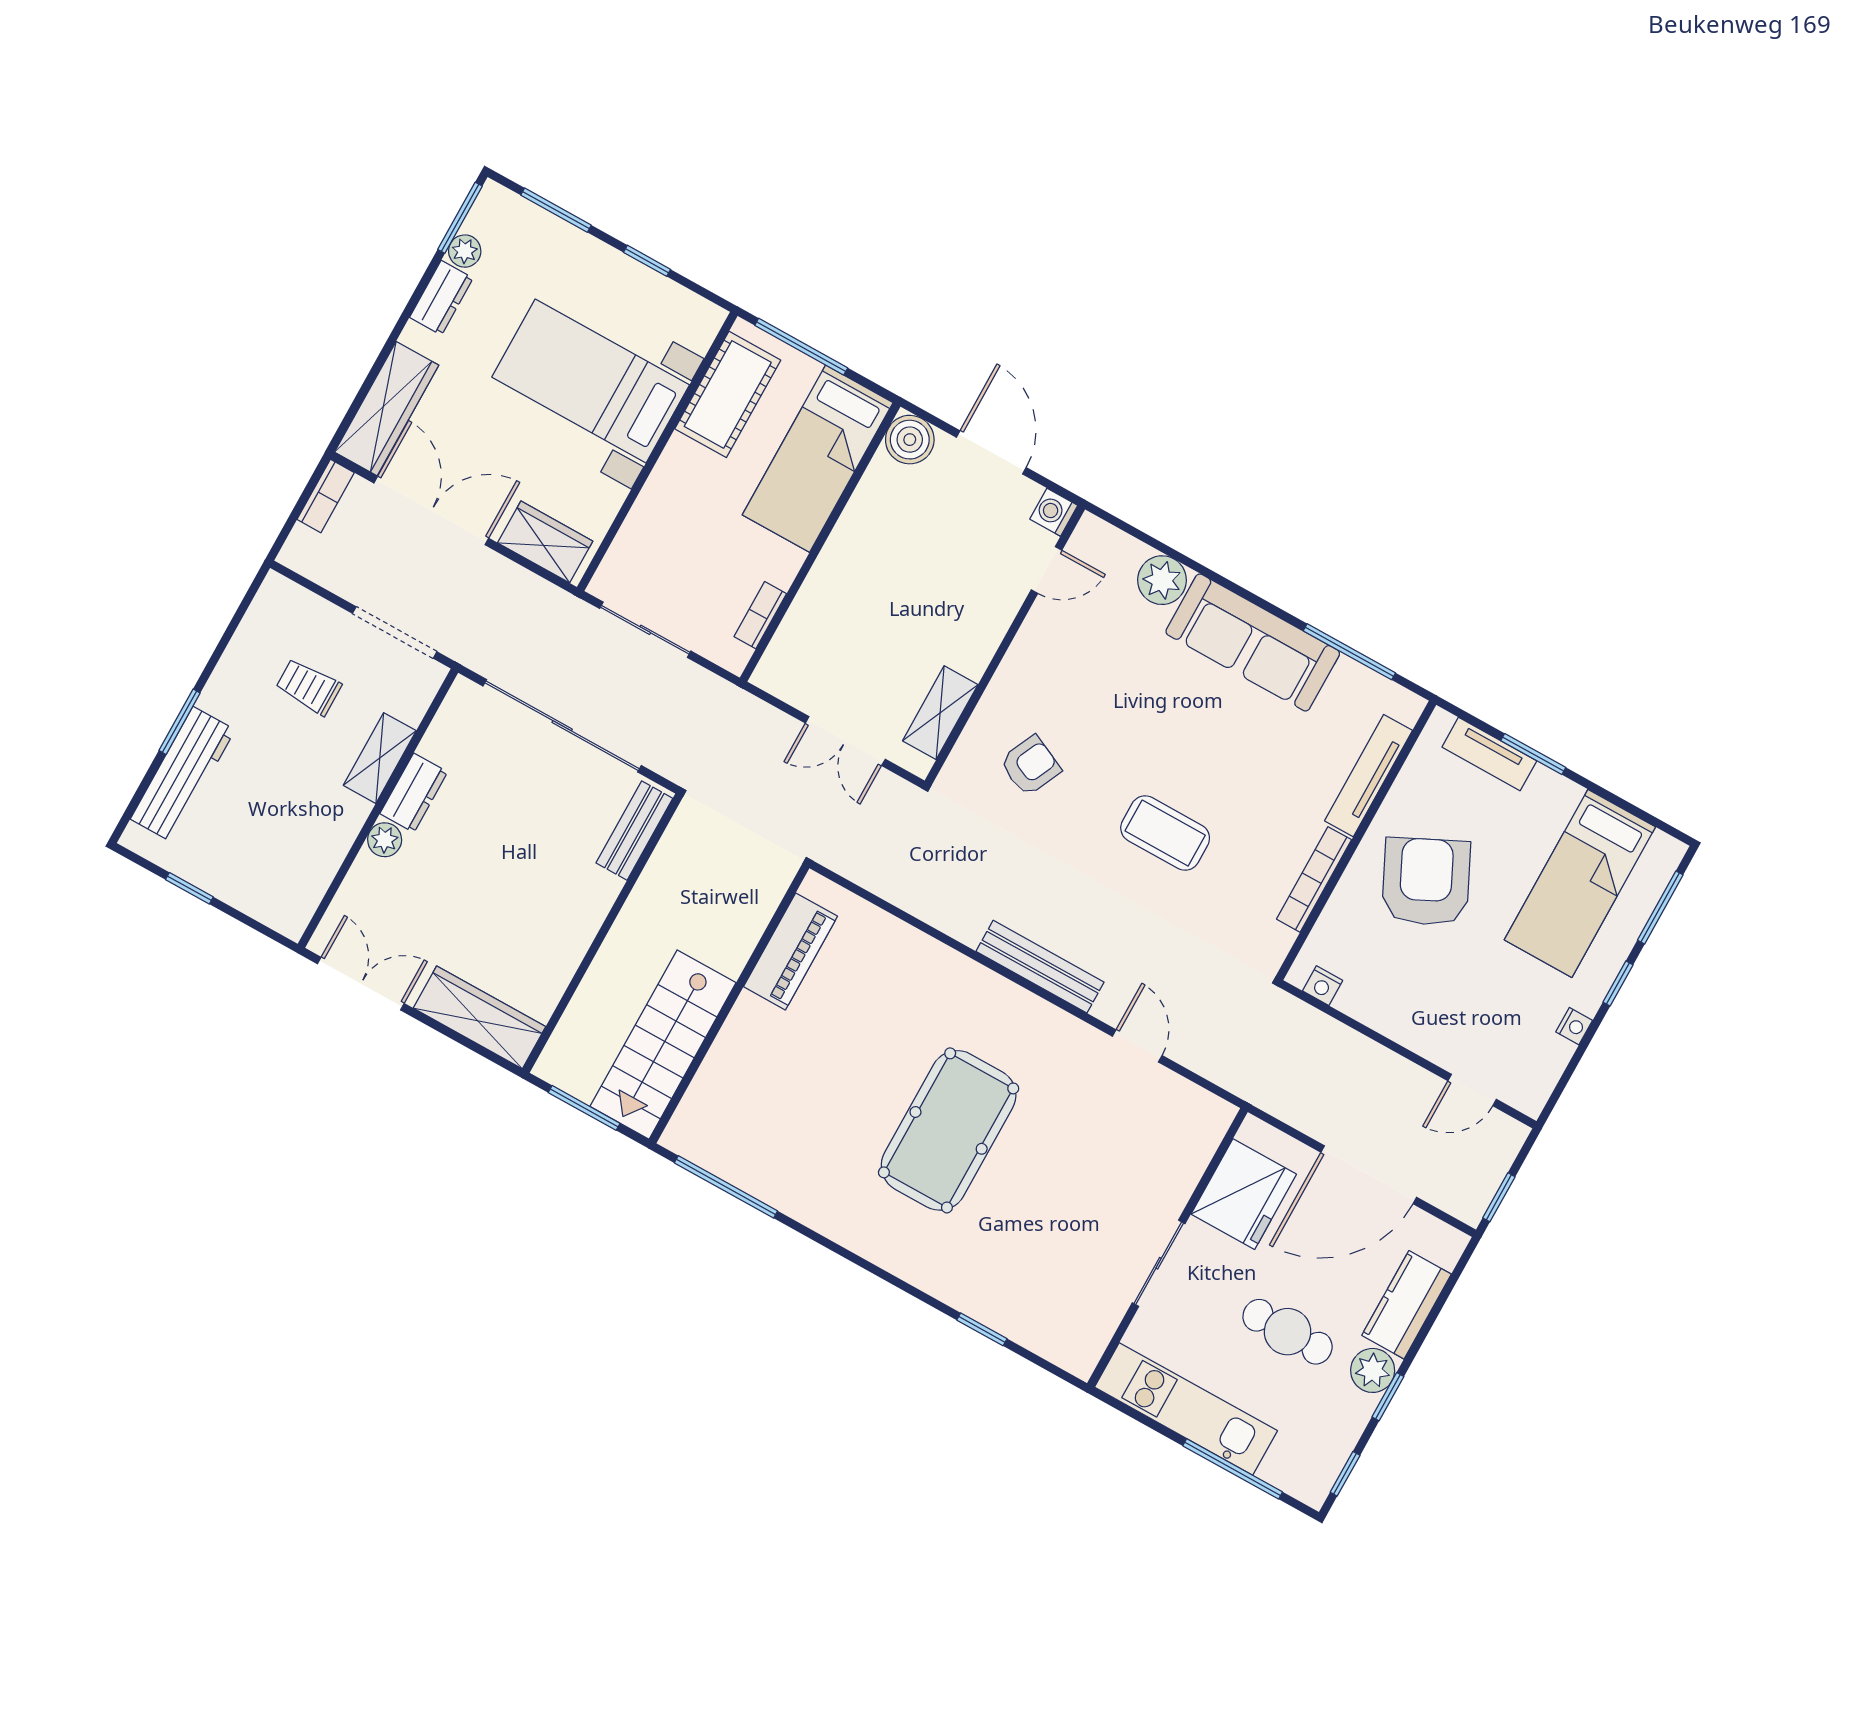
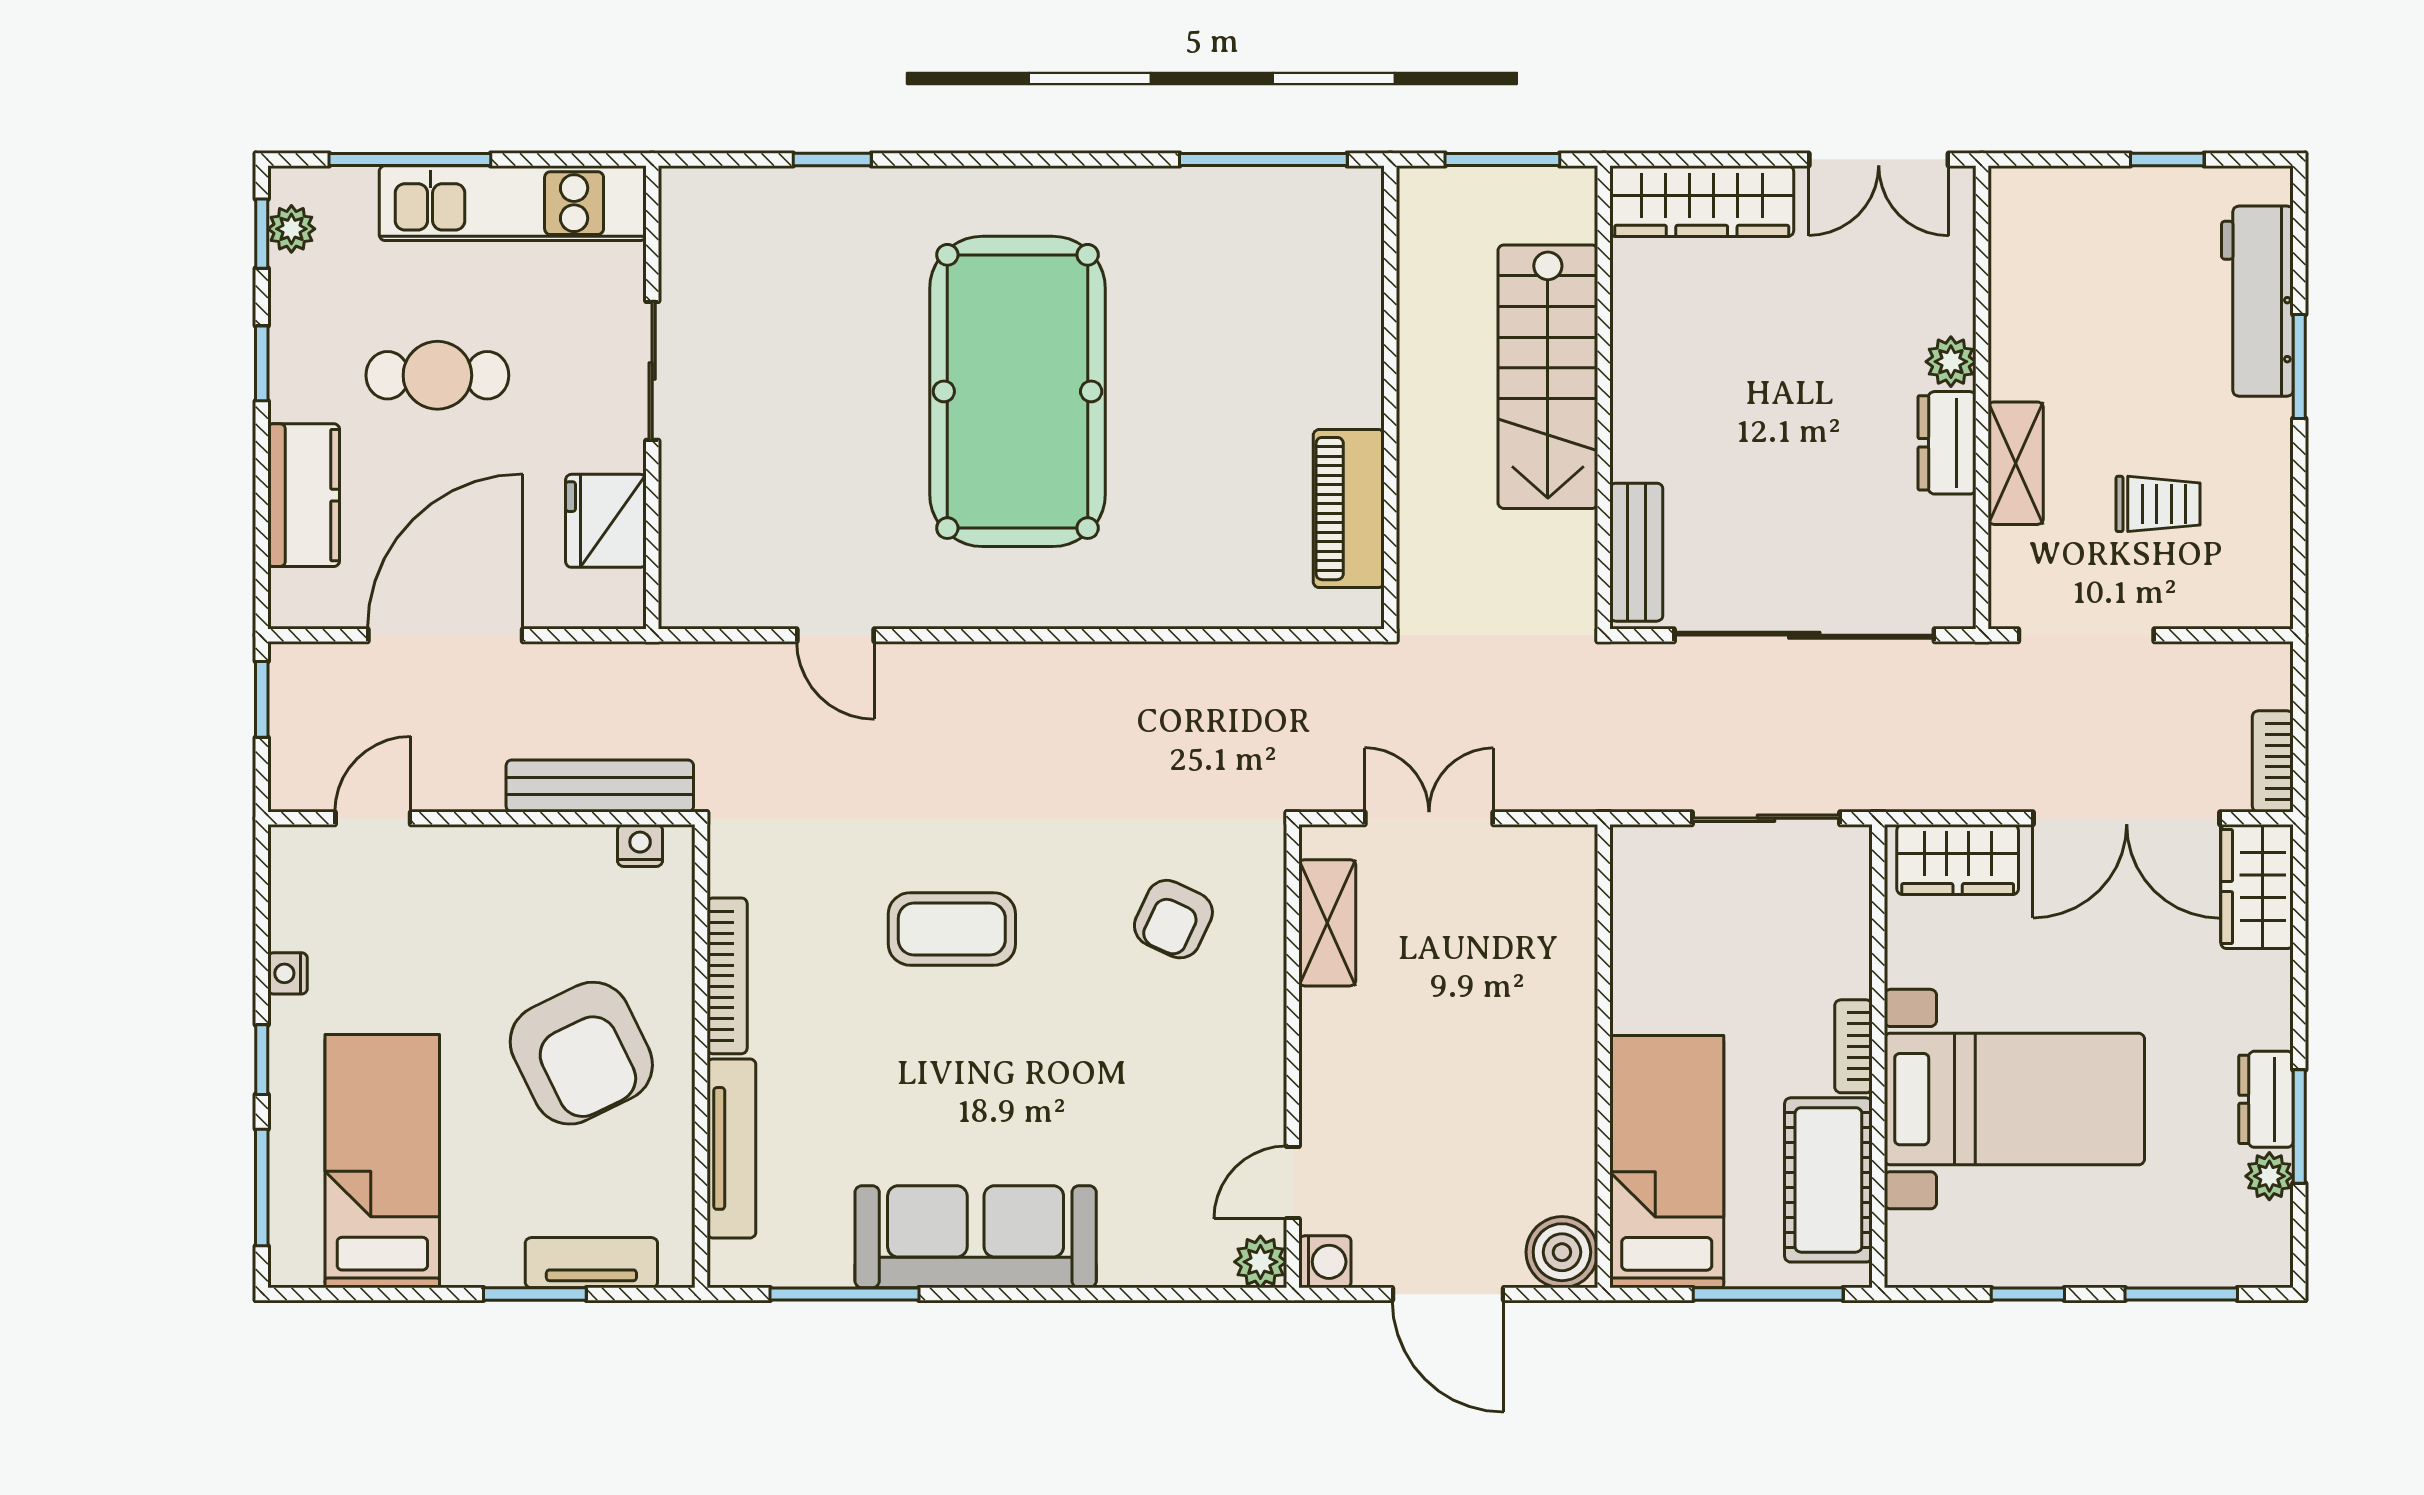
window: (460, 218) -> (2299, 1127), moved
wardrobe: (387, 409) -> (2257, 887), width x0.67
plant: (1162, 580) -> (1260, 1262), moved, width x0.73, depth x0.73
bookcase: (760, 615) -> (1854, 1046), moved, turned 180
bench: (1040, 967) -> (600, 786), moved
stairs: (663, 1045) -> (1548, 377), moved, turned 180
pool table: (949, 1130) -> (1017, 391), width x1.36, depth x1.32
fridge: (1244, 1194) -> (606, 521), width x0.73, depth x0.75
plant: (1373, 1370) -> (291, 229), moved, width x0.73, depth x0.73

